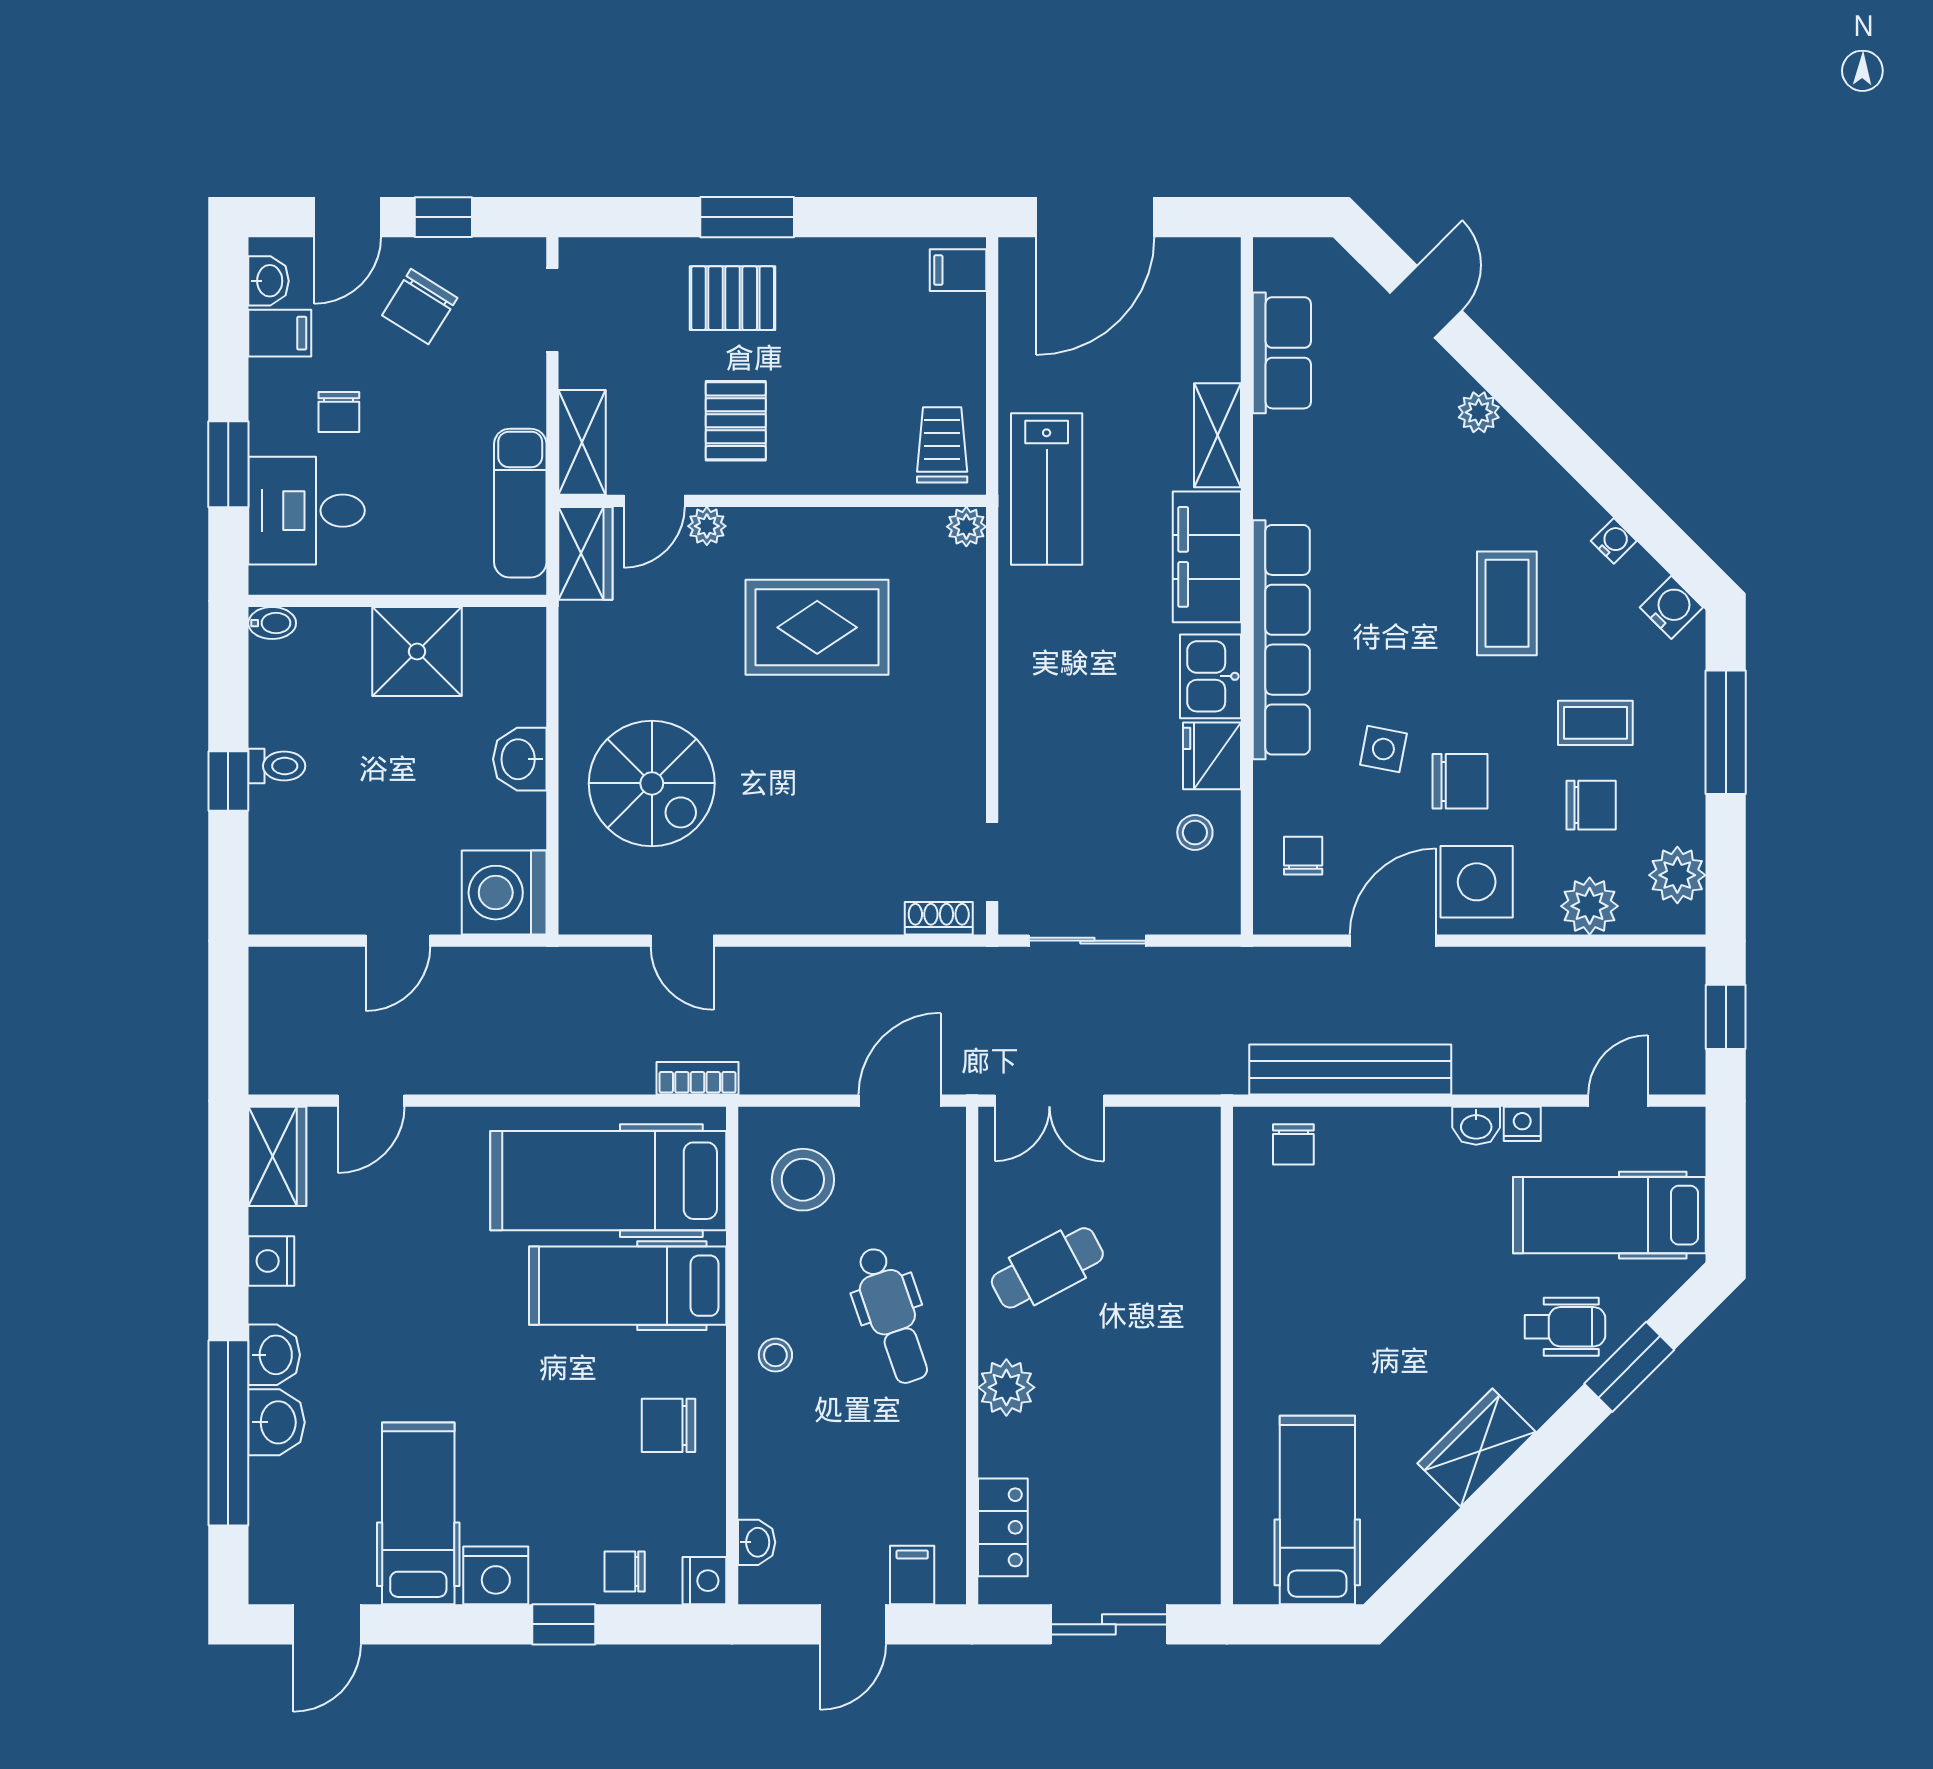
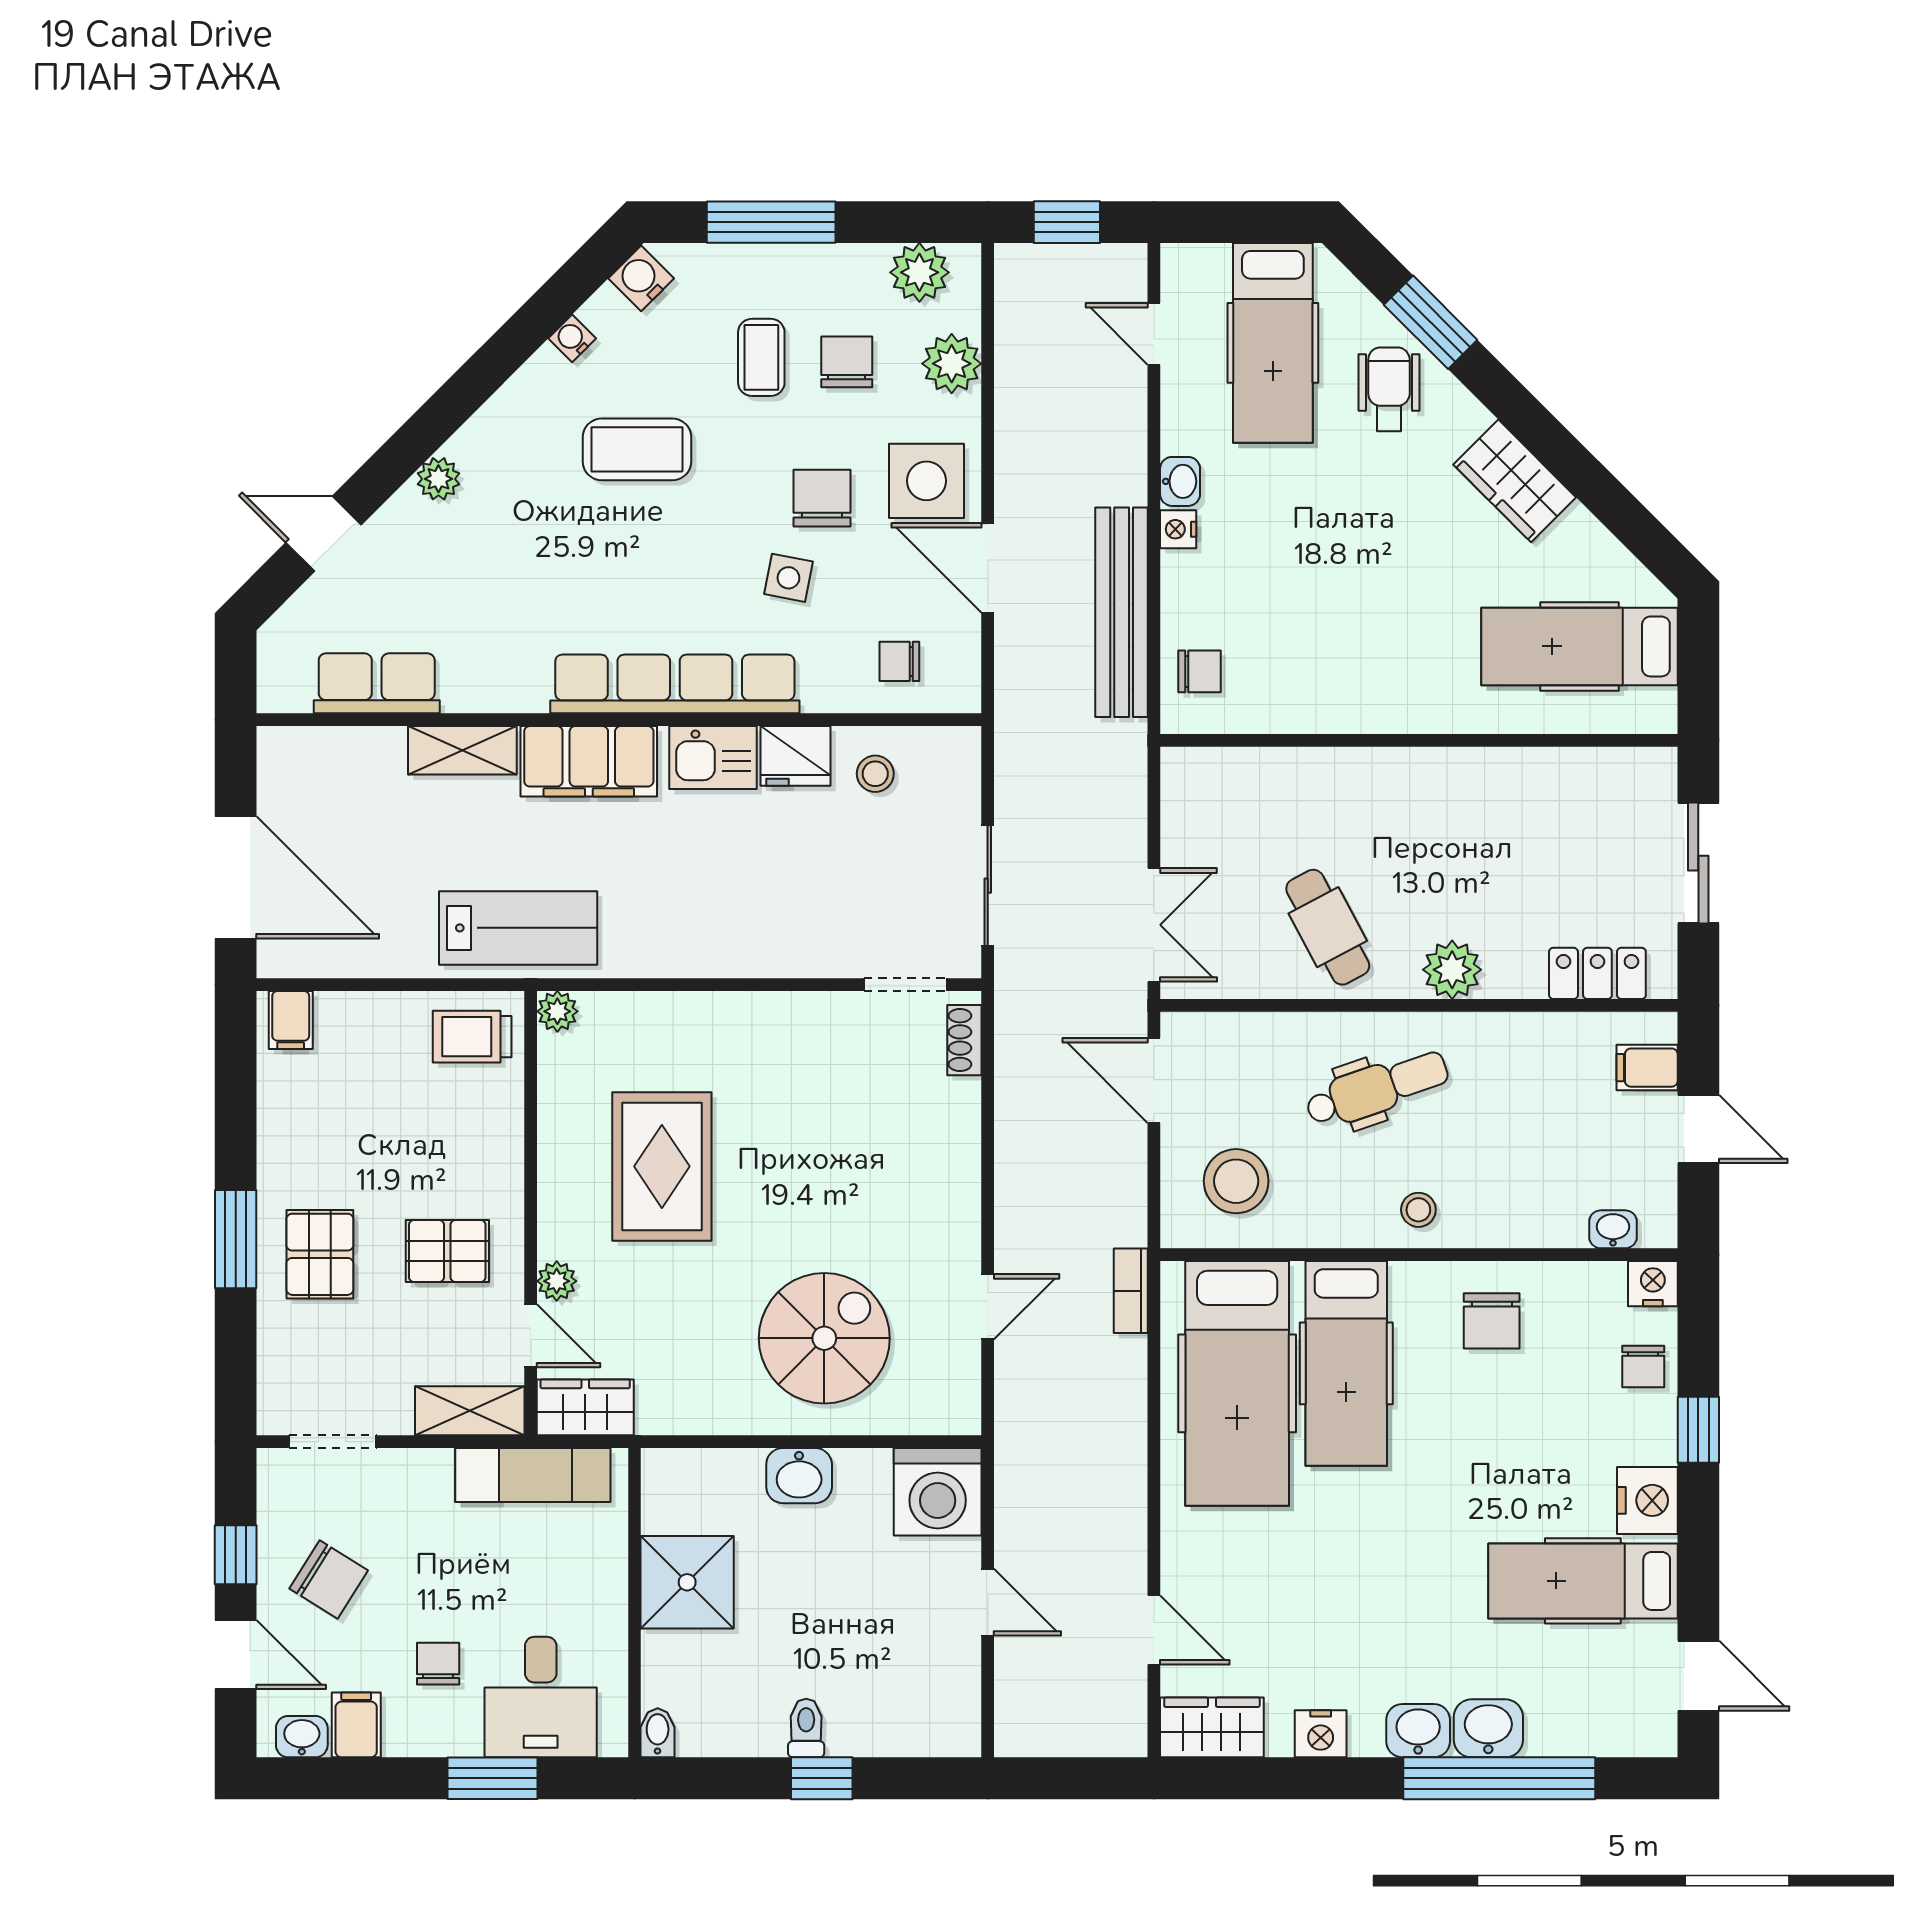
chair: (339, 412) -> (438, 1664), turned -90
nightstand: (1522, 1124) -> (1178, 529), moved

